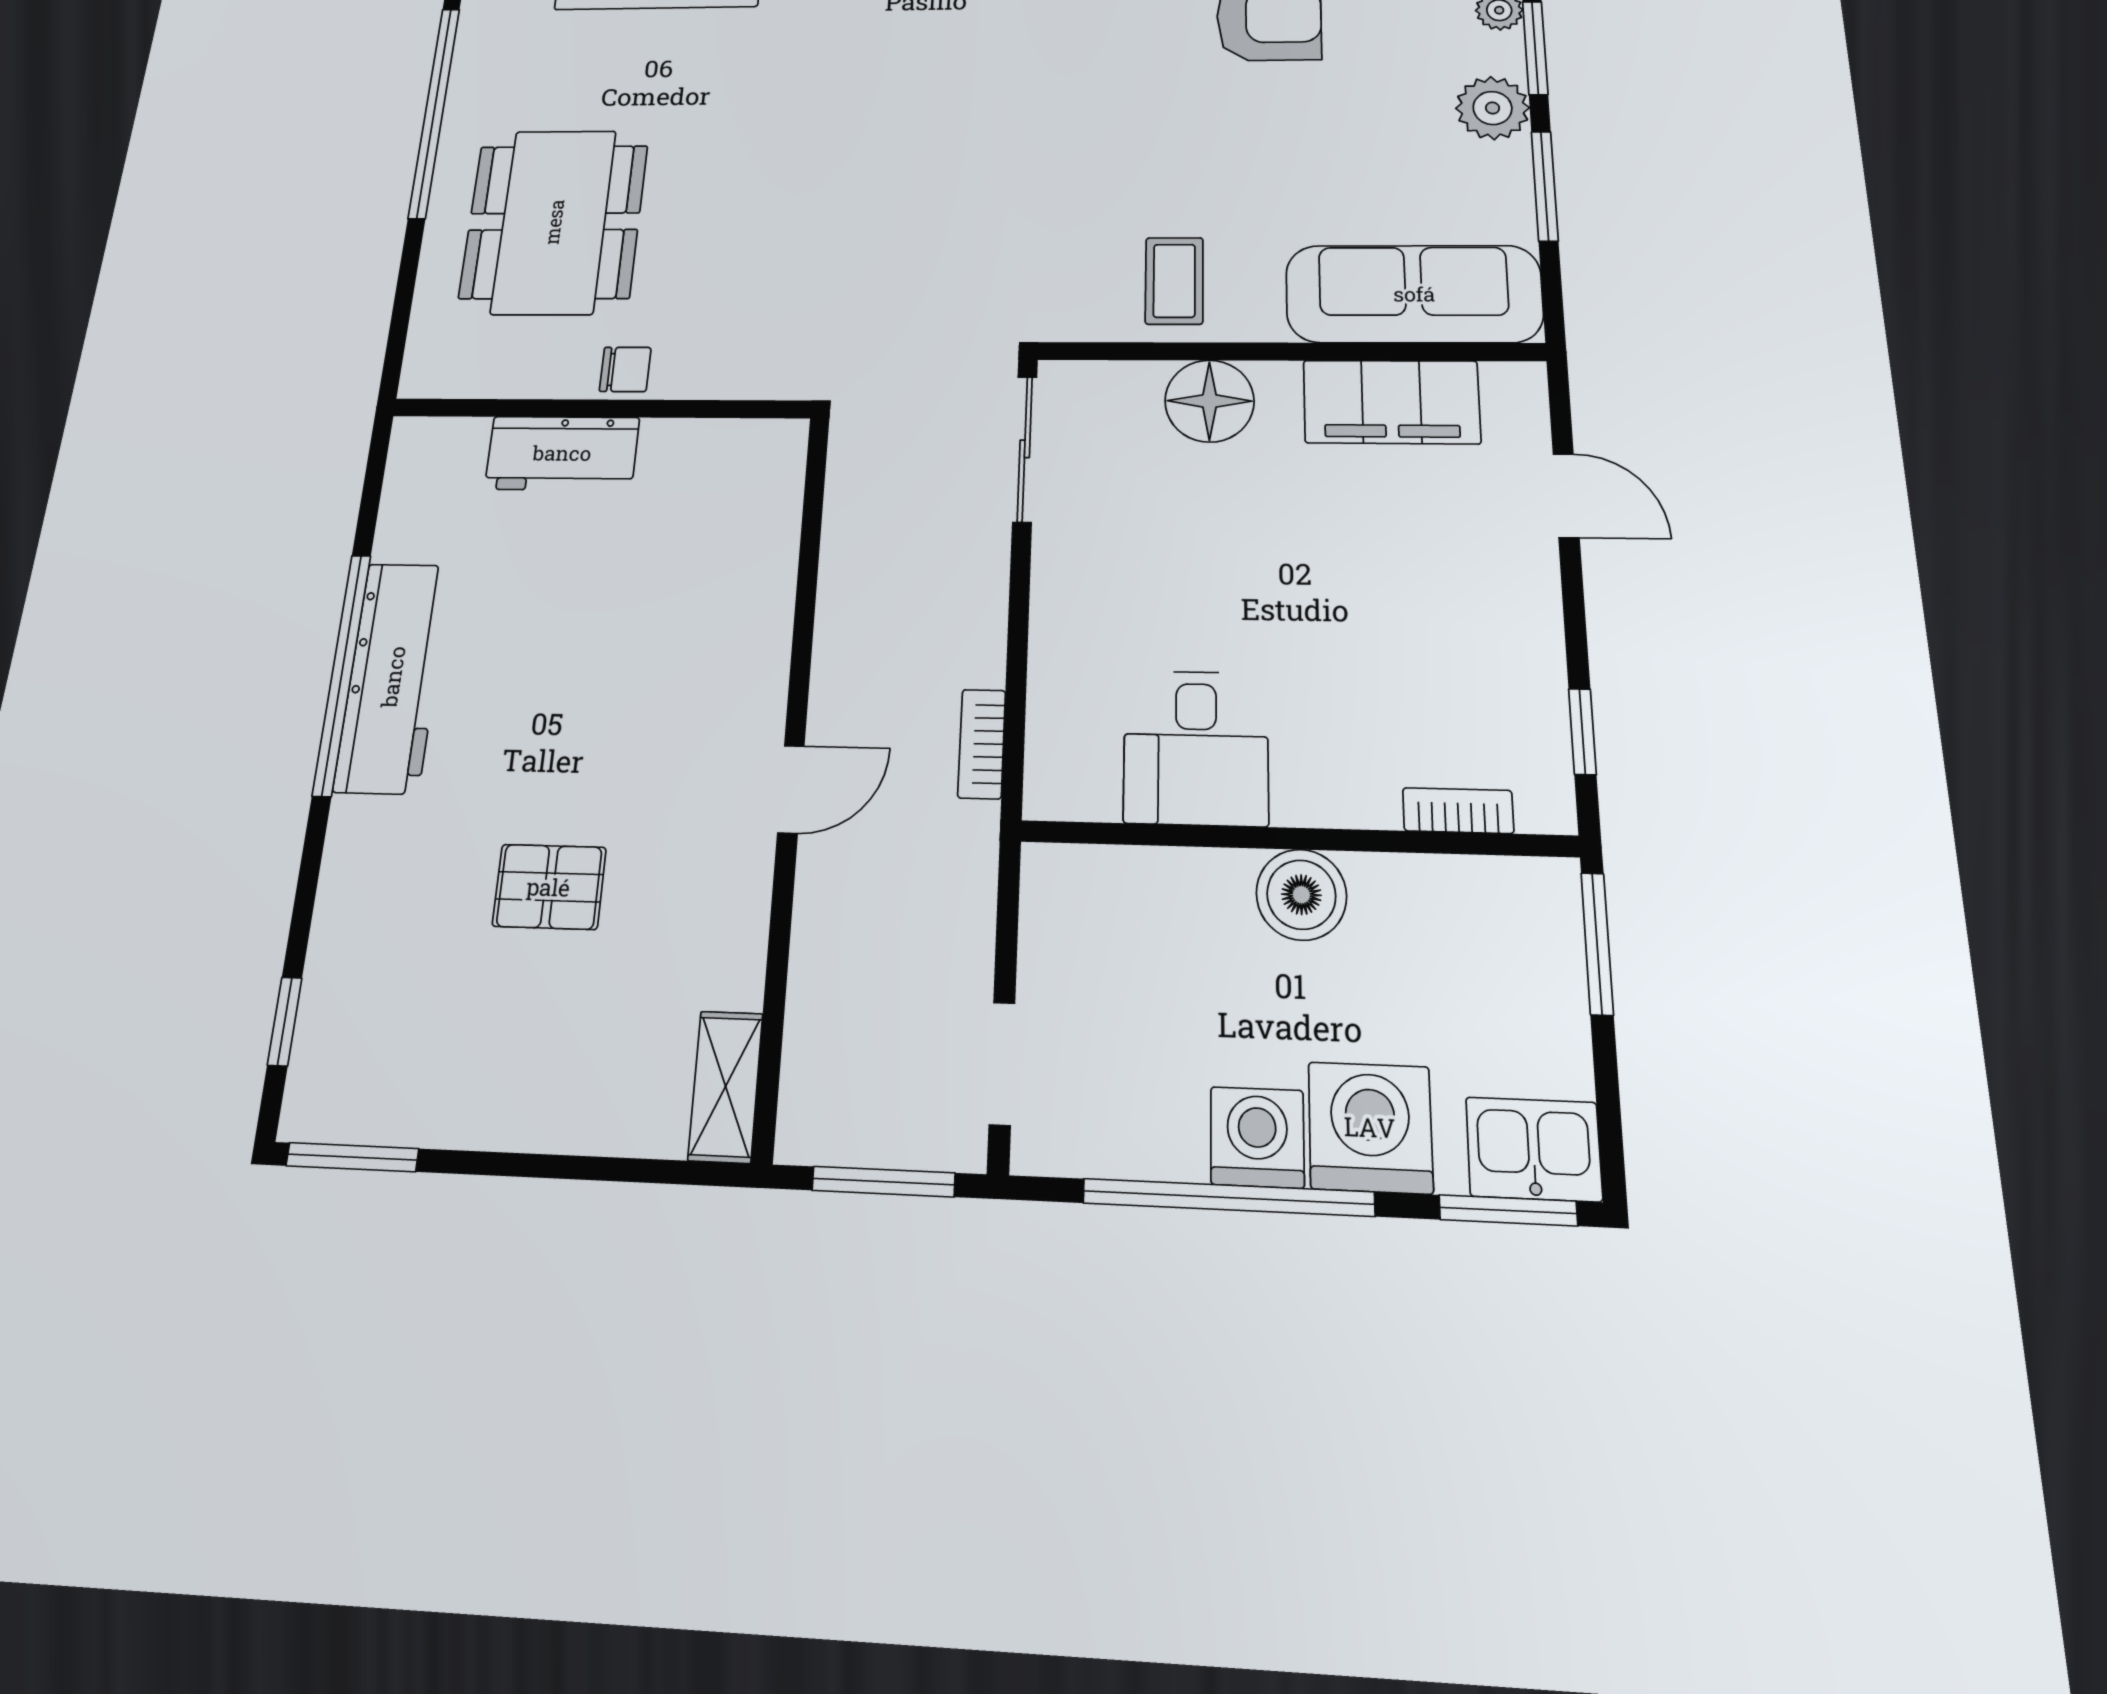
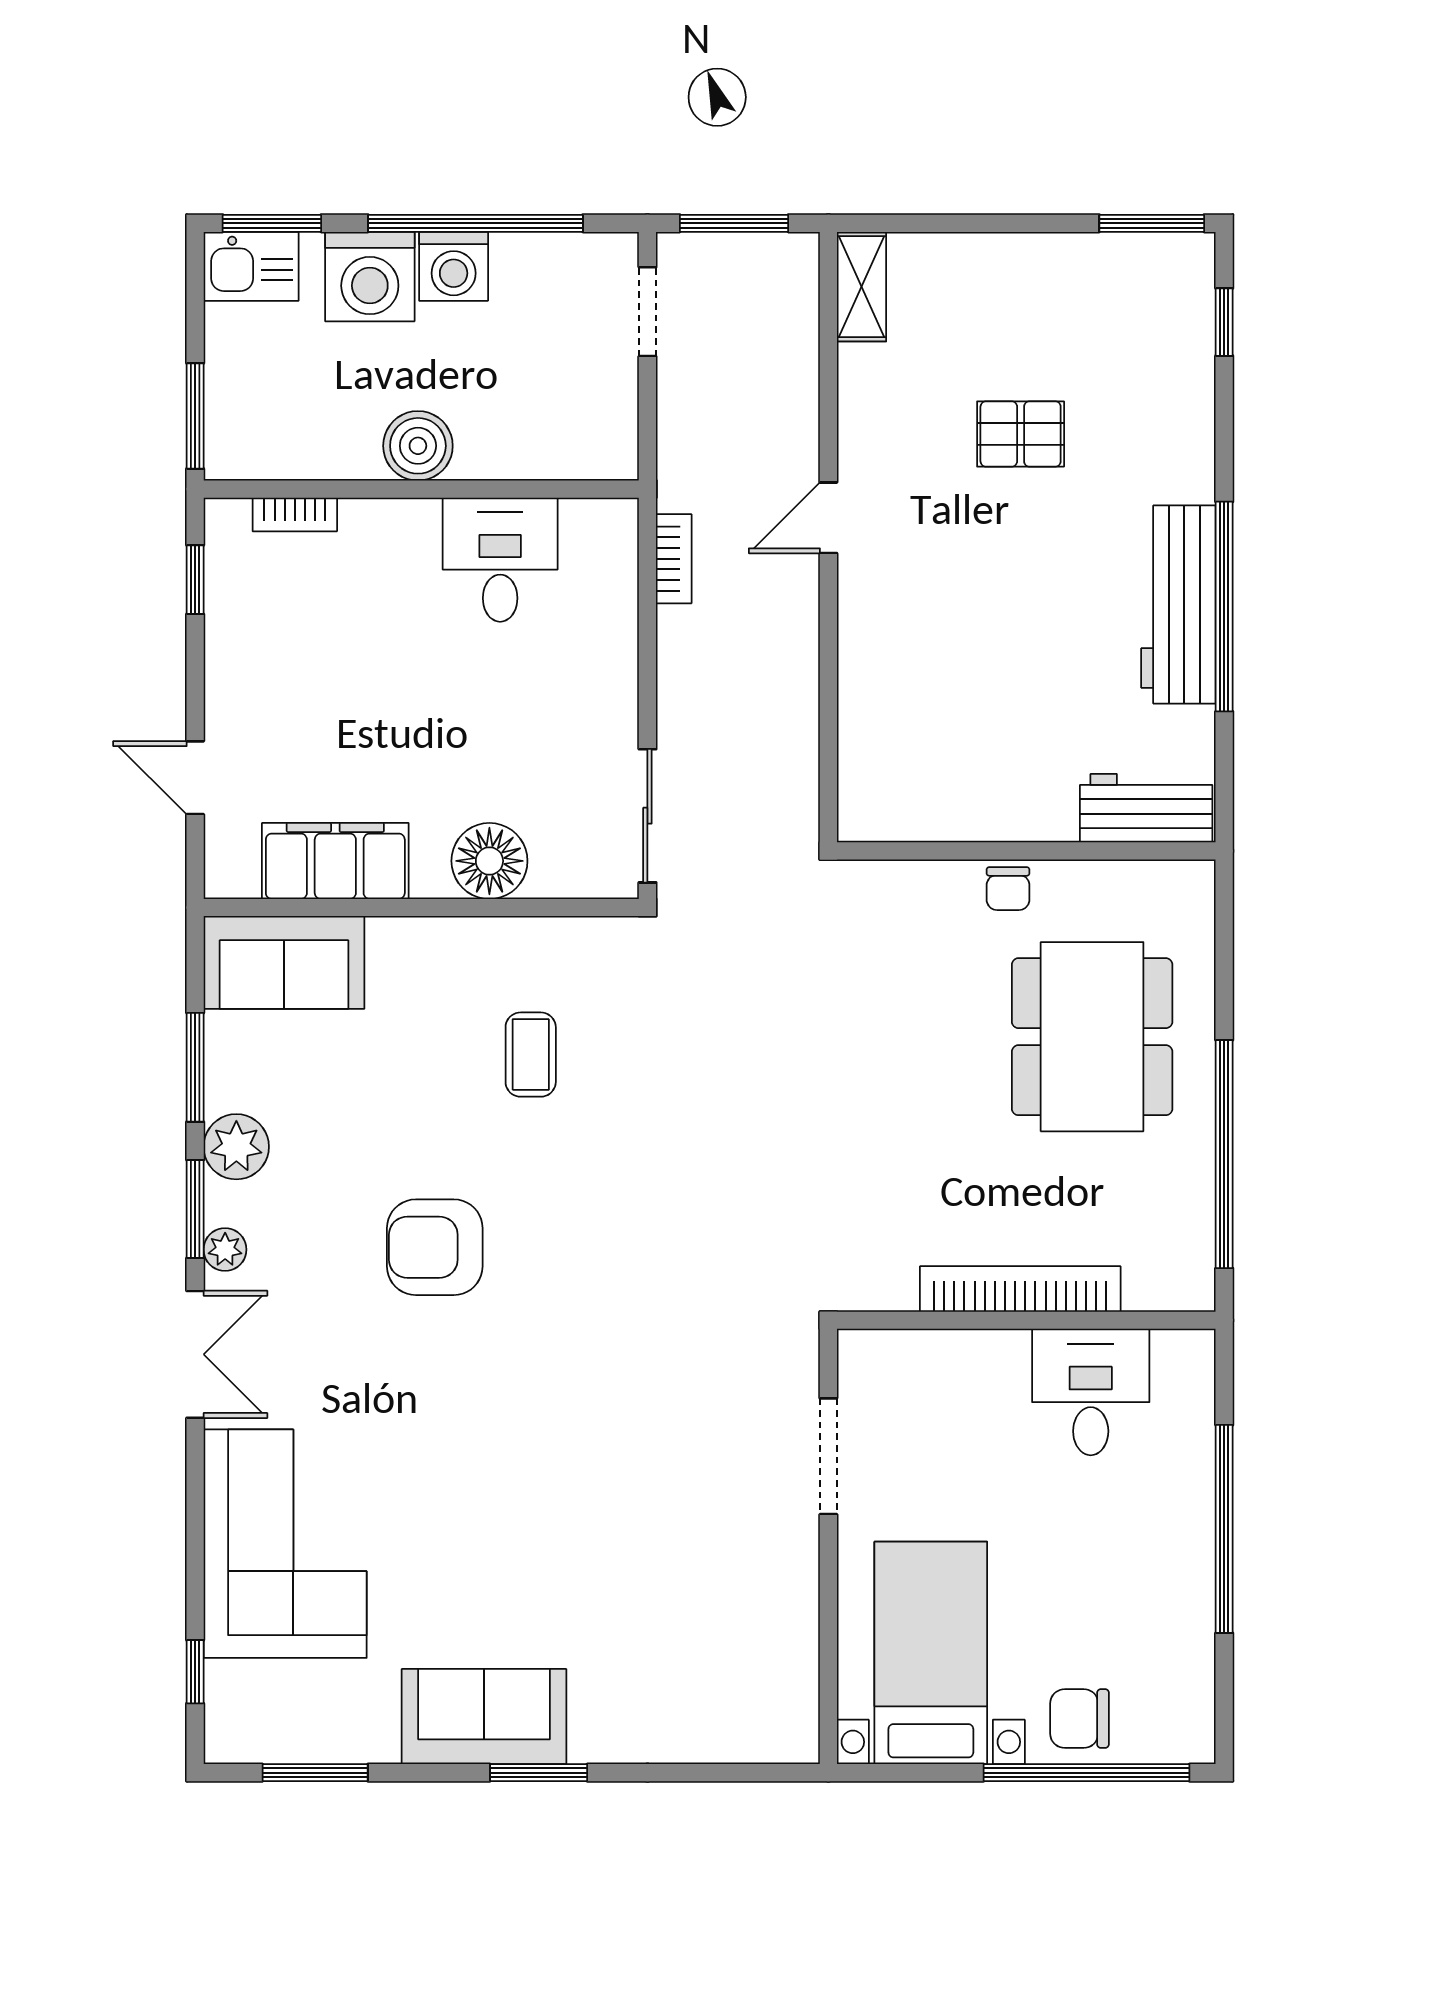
coffee table: (1174, 281) -> (531, 1055), moved
sofa: (1414, 294) -> (284, 962), width x0.73
chair: (625, 369) -> (1008, 889), turned -90
workbench: (562, 453) -> (1146, 808), moved

